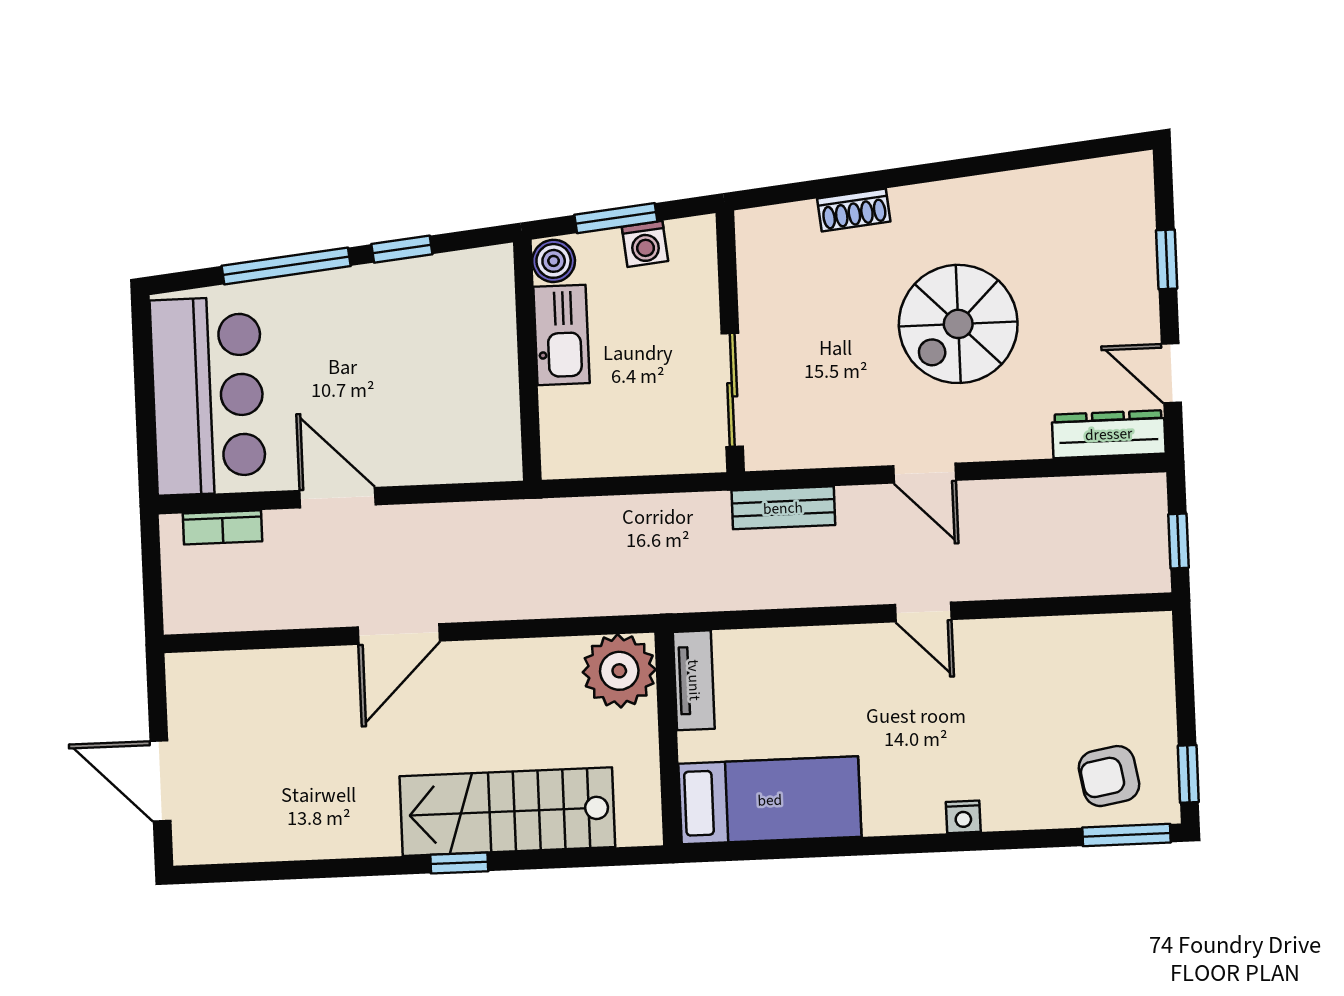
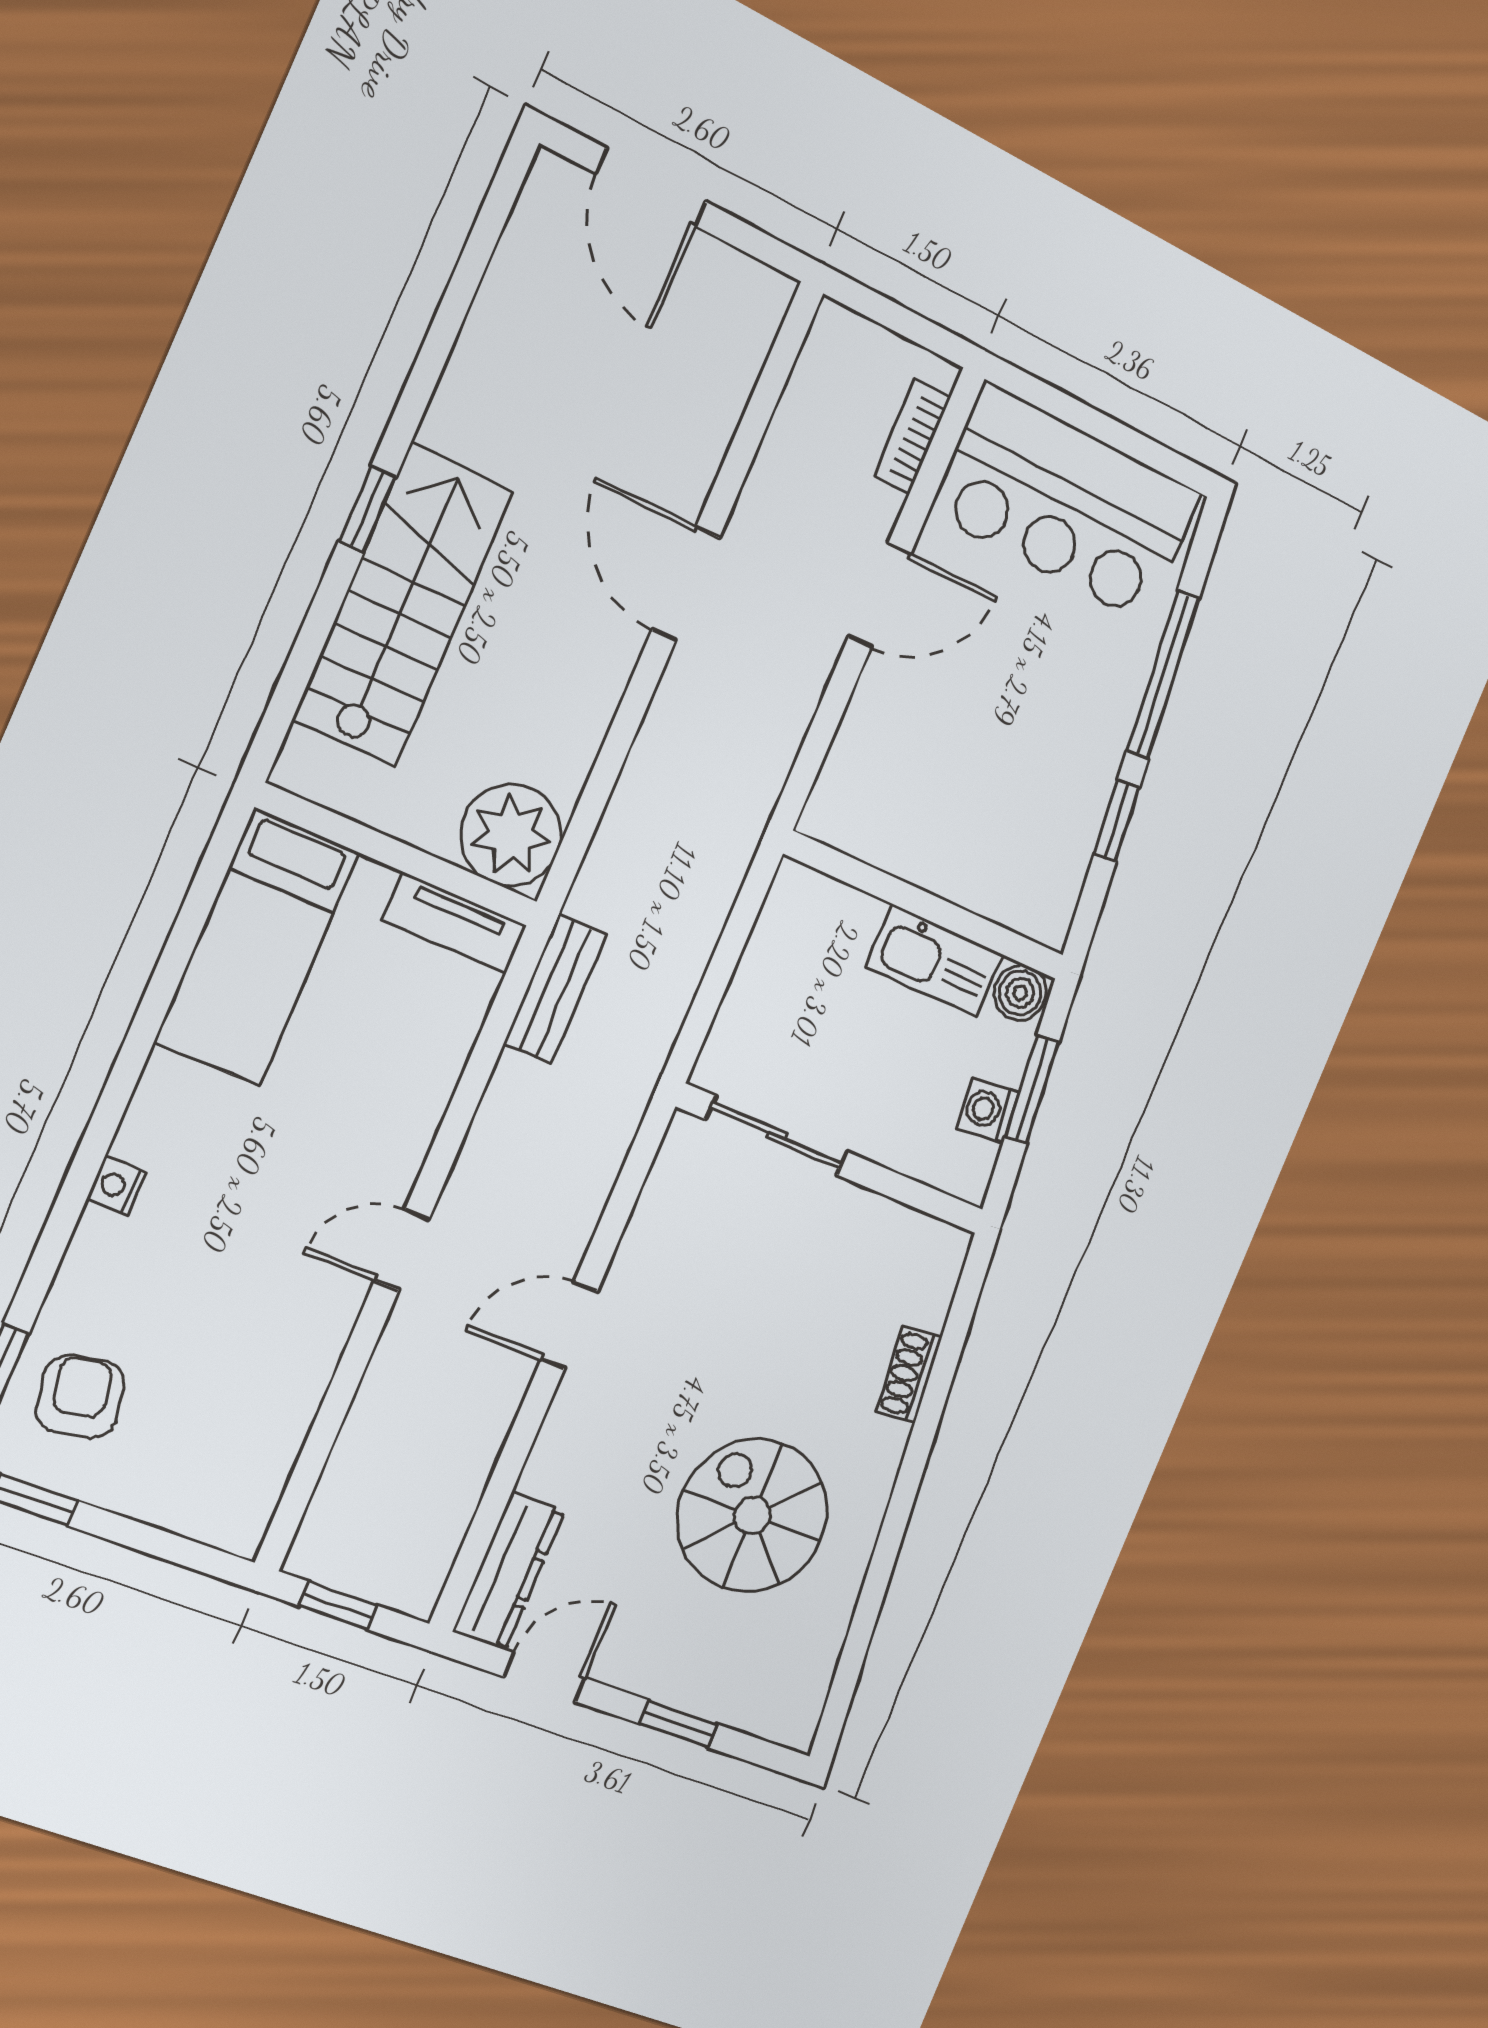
spiral stairs: (958, 324) -> (753, 1516), moved
bench: (783, 508) -> (555, 989), moved
door: (160, 781) -> (651, 187), swing flipped

